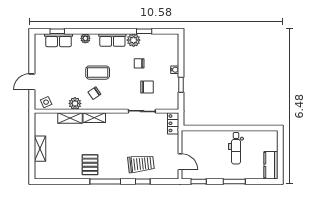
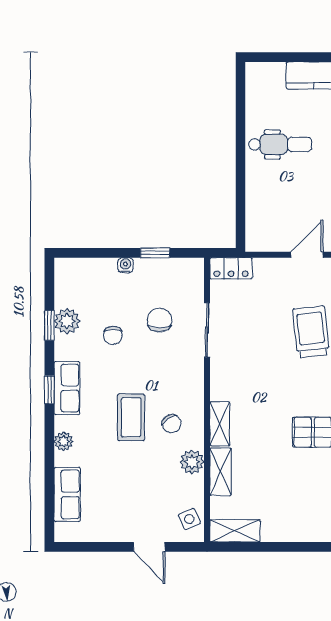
window: (57, 31) -> (49, 390), moved
plant: (134, 40) -> (67, 321), moved
shelving: (40, 149) -> (235, 531), moved

